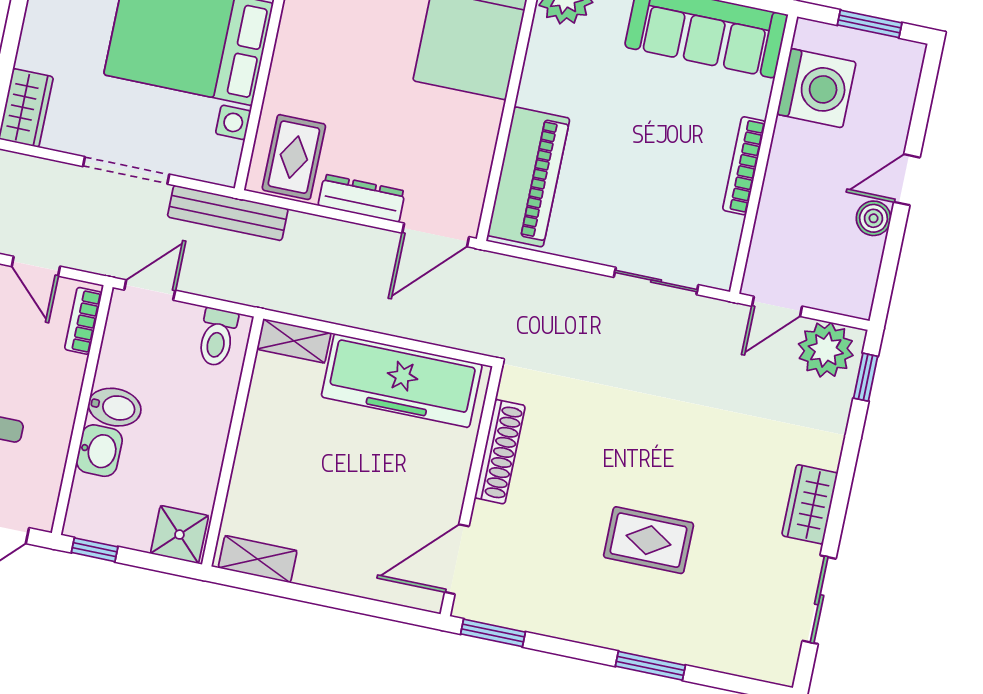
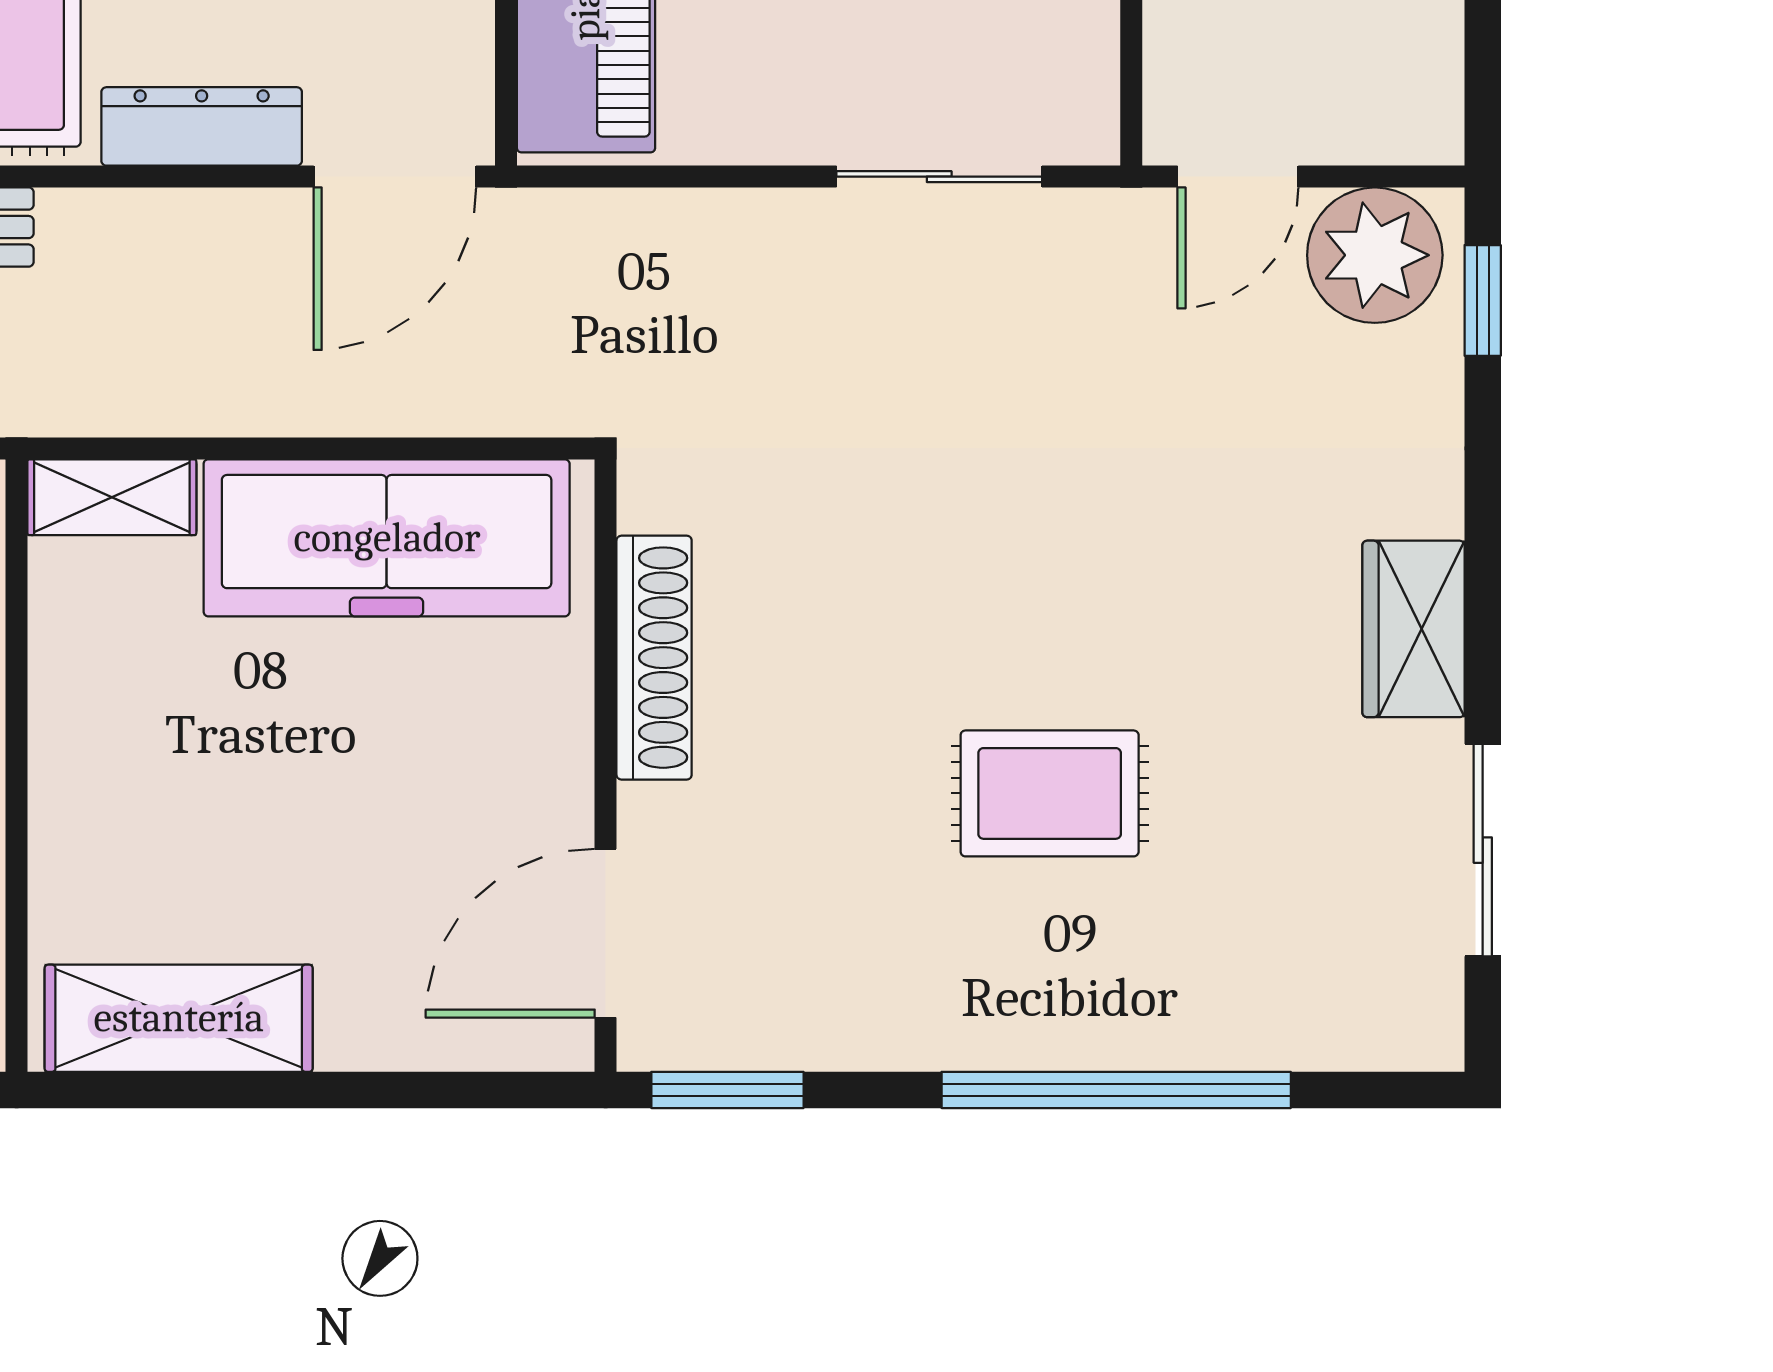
shelving: (258, 559) -> (179, 1018), width x1.50, depth x1.33
window: (650, 666) -> (1116, 1090), width x2.11

